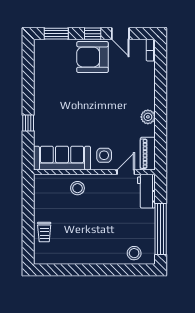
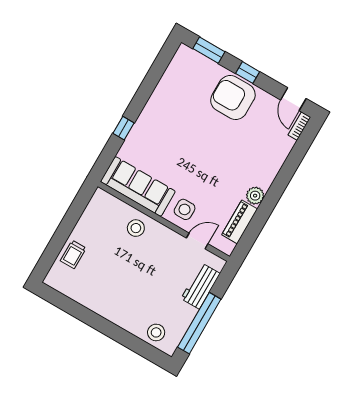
door: (120, 34) -> (293, 99), moved
piano: (148, 154) -> (240, 222), moved
workbench: (146, 191) -> (201, 286), moved

